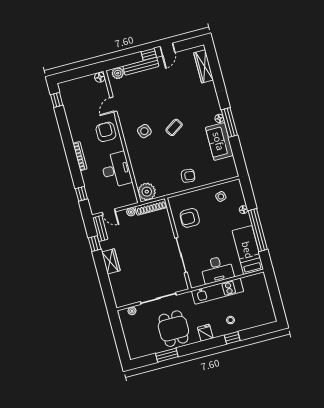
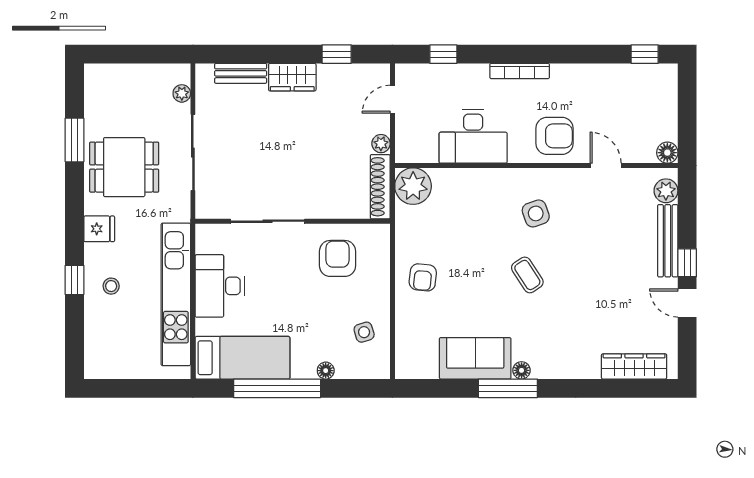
bench: (100, 228) -> (241, 73), moved
kitchen unit: (218, 291) -> (176, 294), width x1.36

